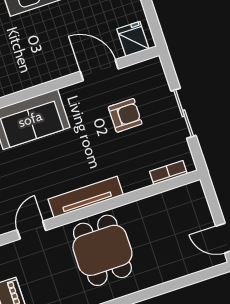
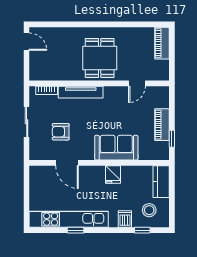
fridge: (133, 39) -> (113, 174), moved
tv unit: (86, 197) -> (81, 92), moved

